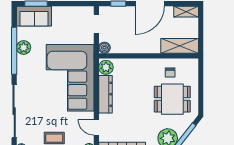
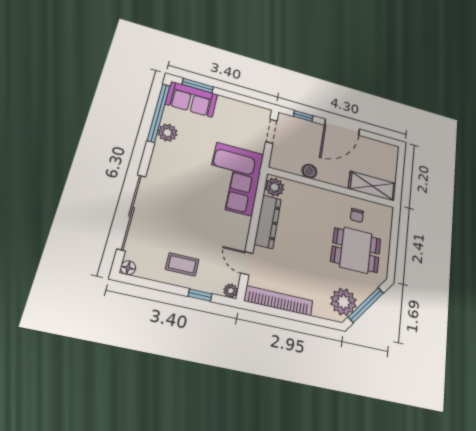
shelving: (186, 12) -> (384, 148), removed
boiler: (104, 48) -> (309, 171), moved
window: (14, 51) -> (159, 113), moved
corner sofa: (70, 78) -> (234, 179), width x0.73, depth x0.74

